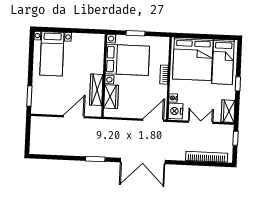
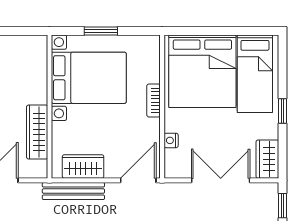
wardrobe: (111, 97) -> (83, 167), moved, turned -90
nightstand: (176, 111) -> (176, 163), removed
double door: (201, 122) -> (221, 180), width x1.37
bench: (116, 125) -> (73, 191), added

